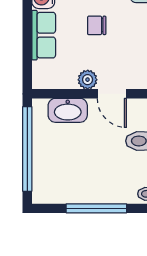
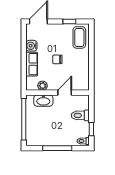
plant: (88, 80) -> (42, 86), moved
door: (112, 94) -> (65, 93), swing flipped

